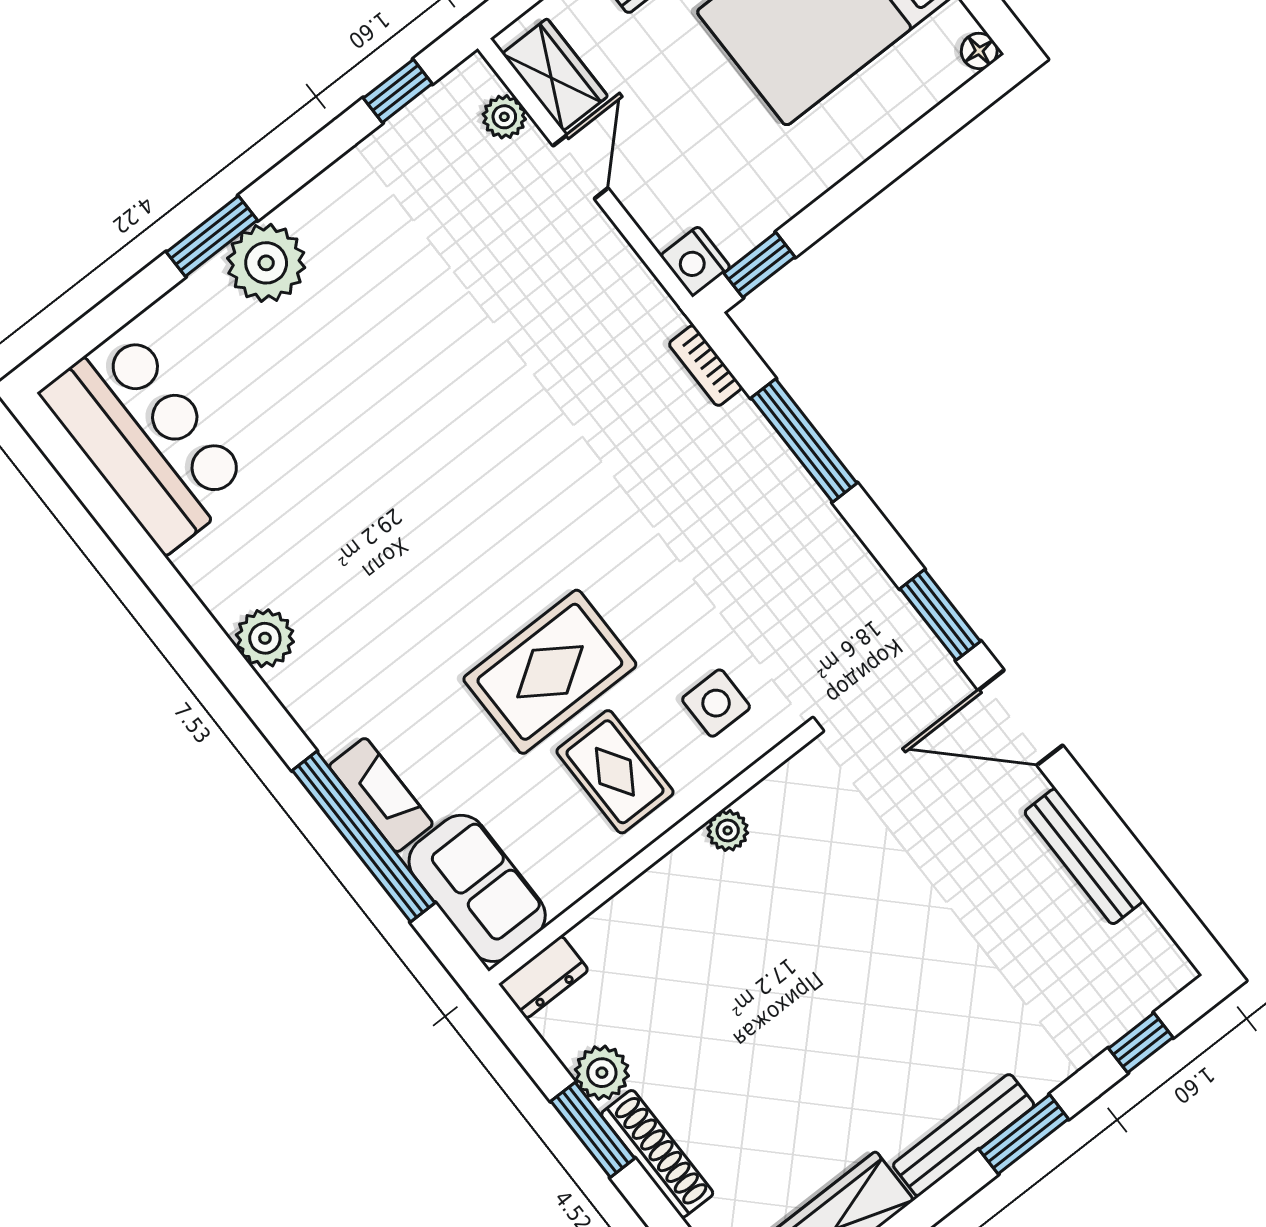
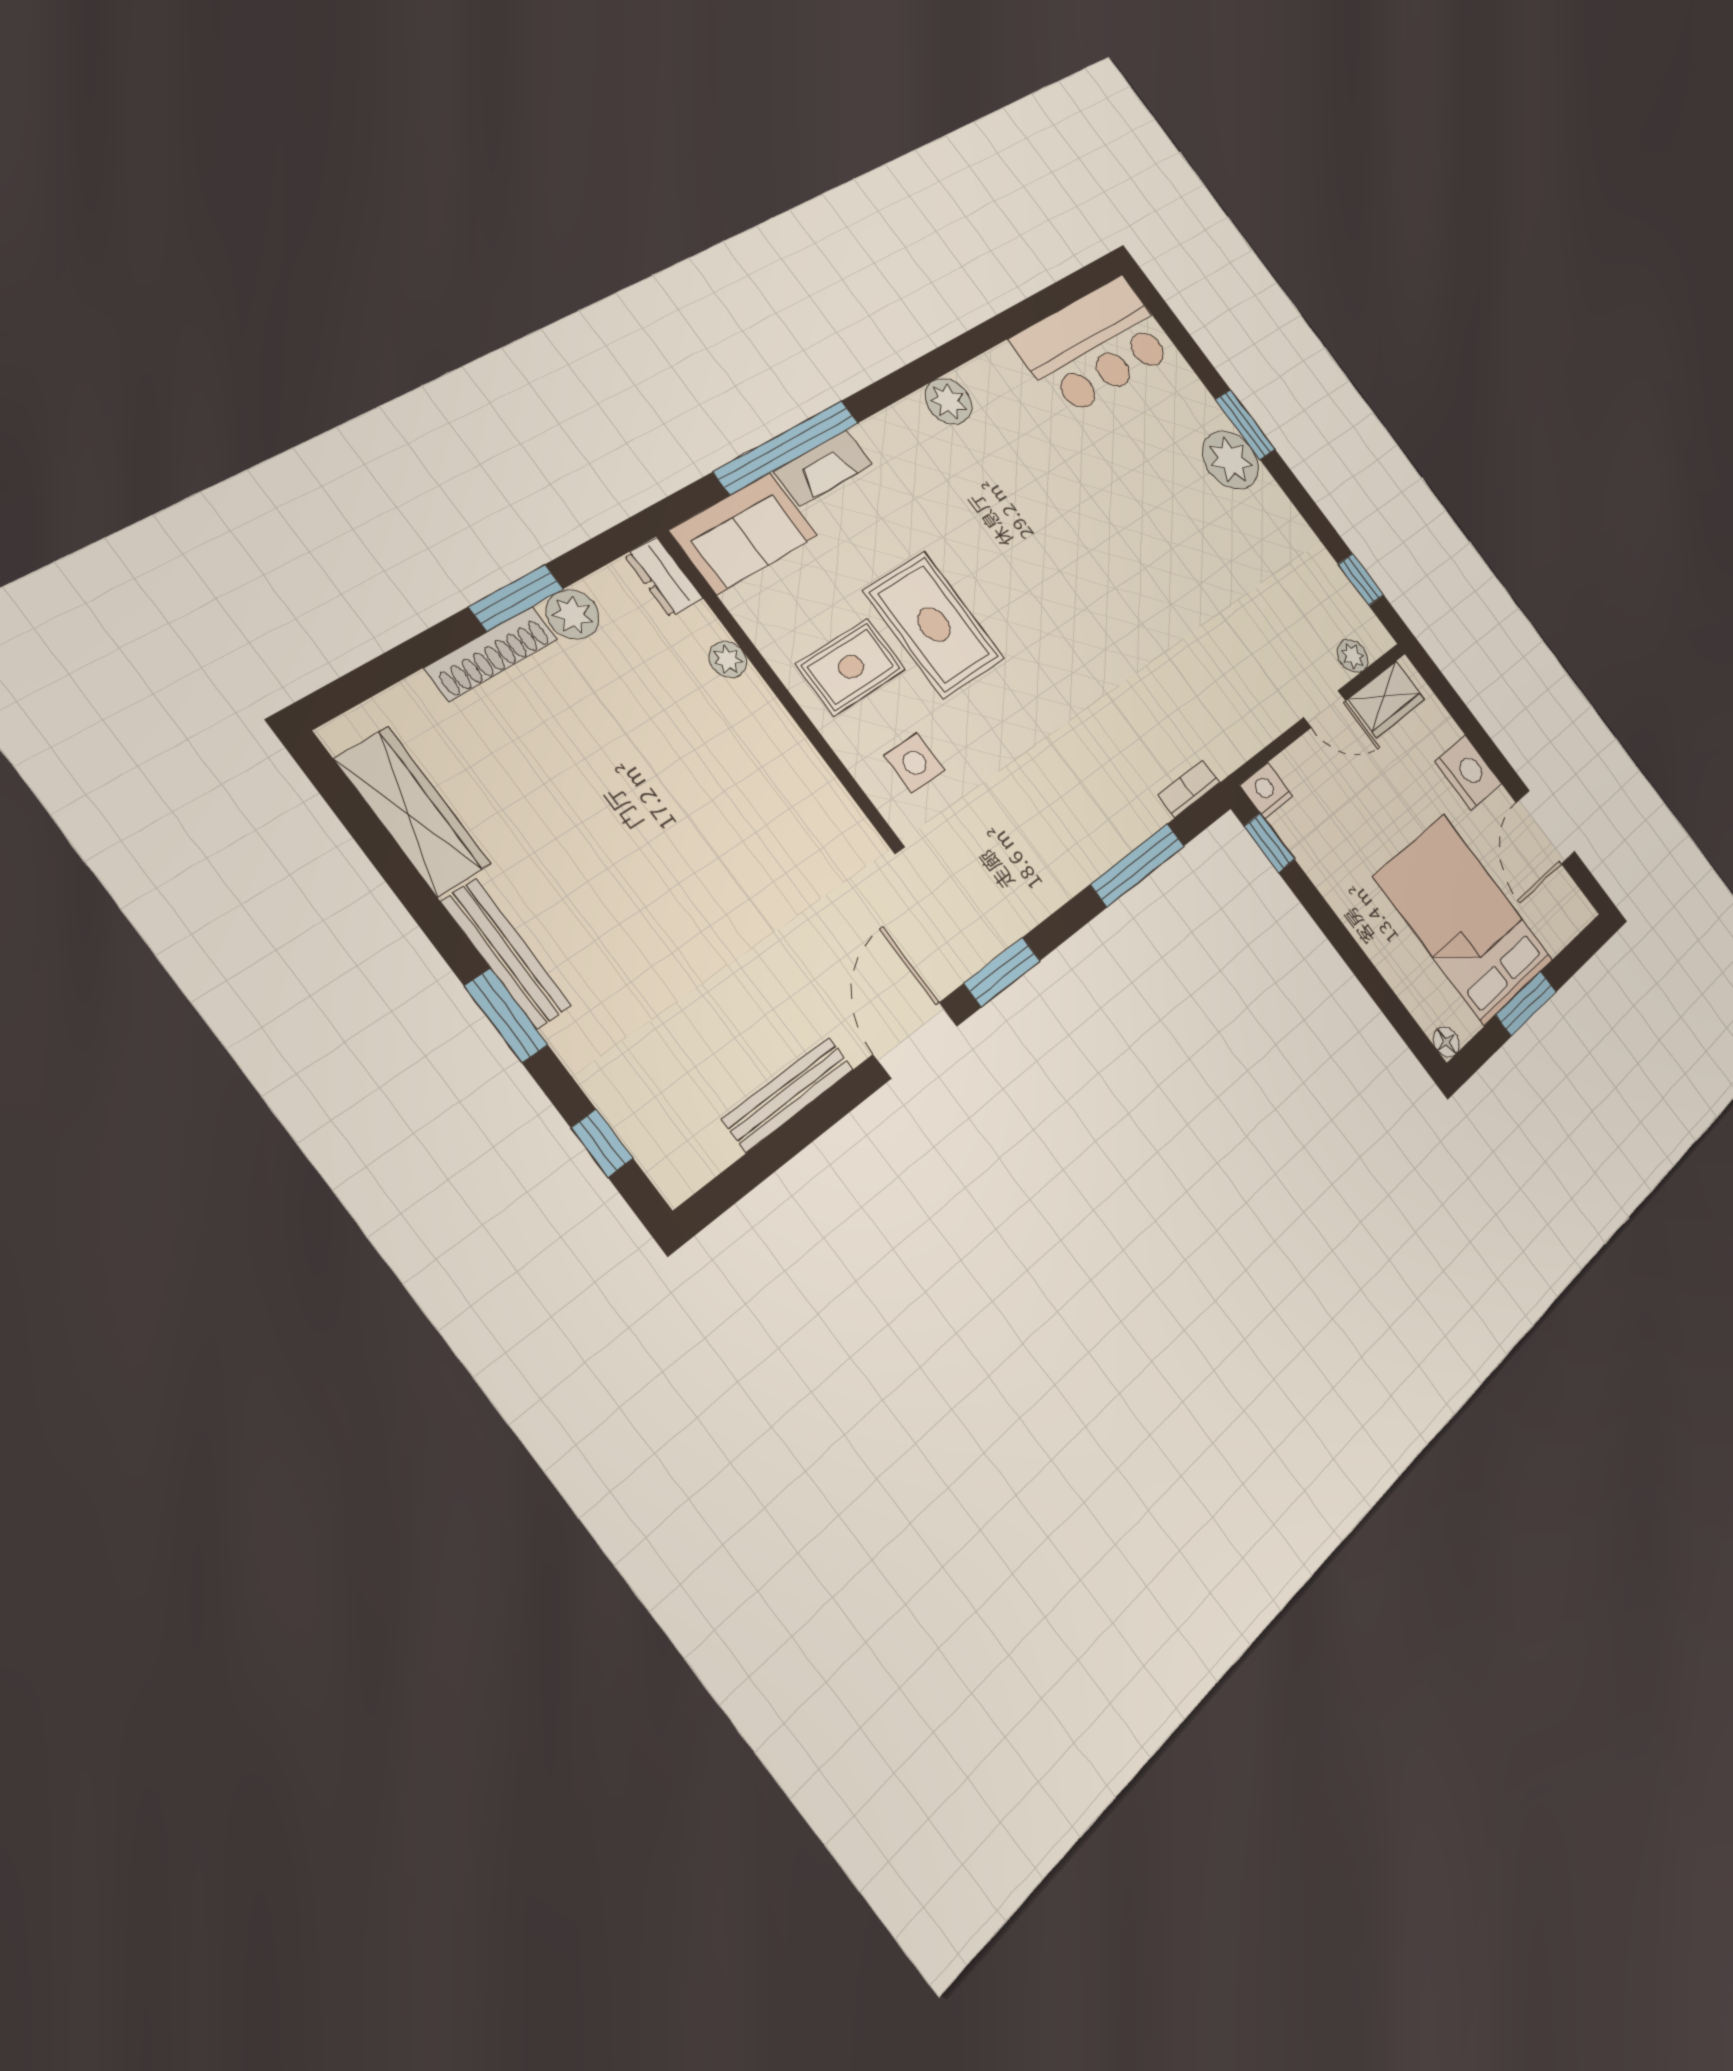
plant: (728, 831) -> (728, 659), moved

